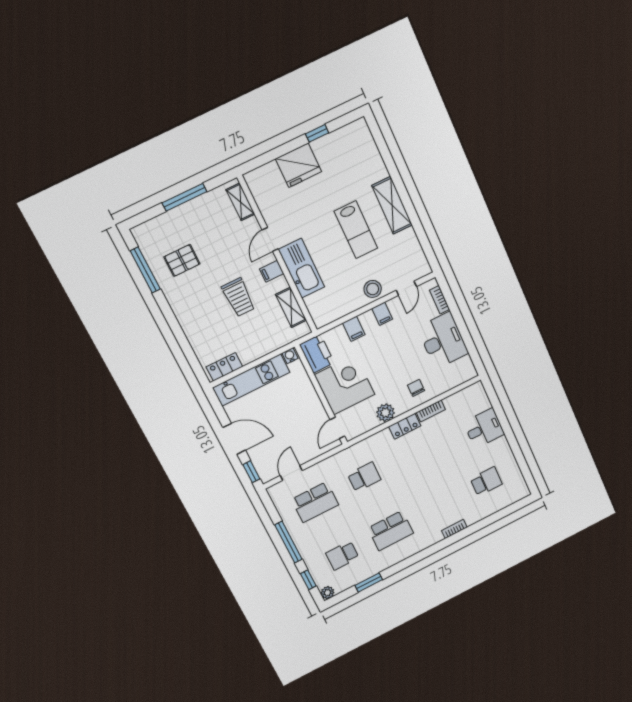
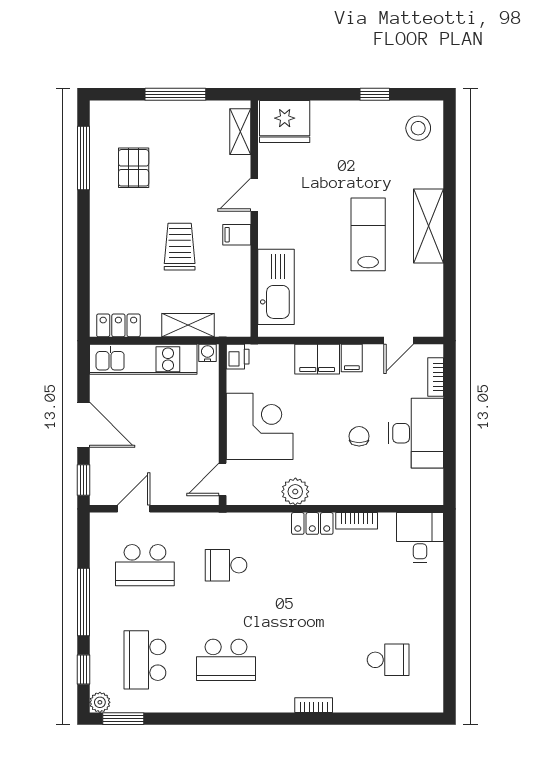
fridge: (298, 165) -> (285, 121), moved
lab bench: (356, 230) -> (368, 234), turned 180
pallet: (182, 260) -> (134, 168), turned 90
kitchen sink: (301, 268) -> (276, 287), moved
stool: (373, 289) -> (418, 128), moved
trolley: (238, 297) -> (180, 247), turned 180
shelving: (291, 307) -> (188, 325), moved, turned 90
filing cabinet: (354, 329) -> (317, 359), width x2.00
printer: (317, 354) -> (238, 357), width x0.53, depth x0.68
chair: (416, 388) -> (359, 436), moved
desk: (484, 428) -> (420, 538), moved, turned -90
school desk: (364, 477) -> (226, 565), turned 180
school desk: (342, 555) -> (145, 660), width x1.85
window: (369, 582) -> (123, 719), moved

